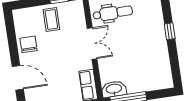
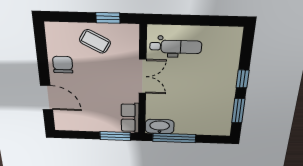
coffee table: (51, 20) -> (95, 41), turned -61
window: (174, 61) -> (238, 111), added

